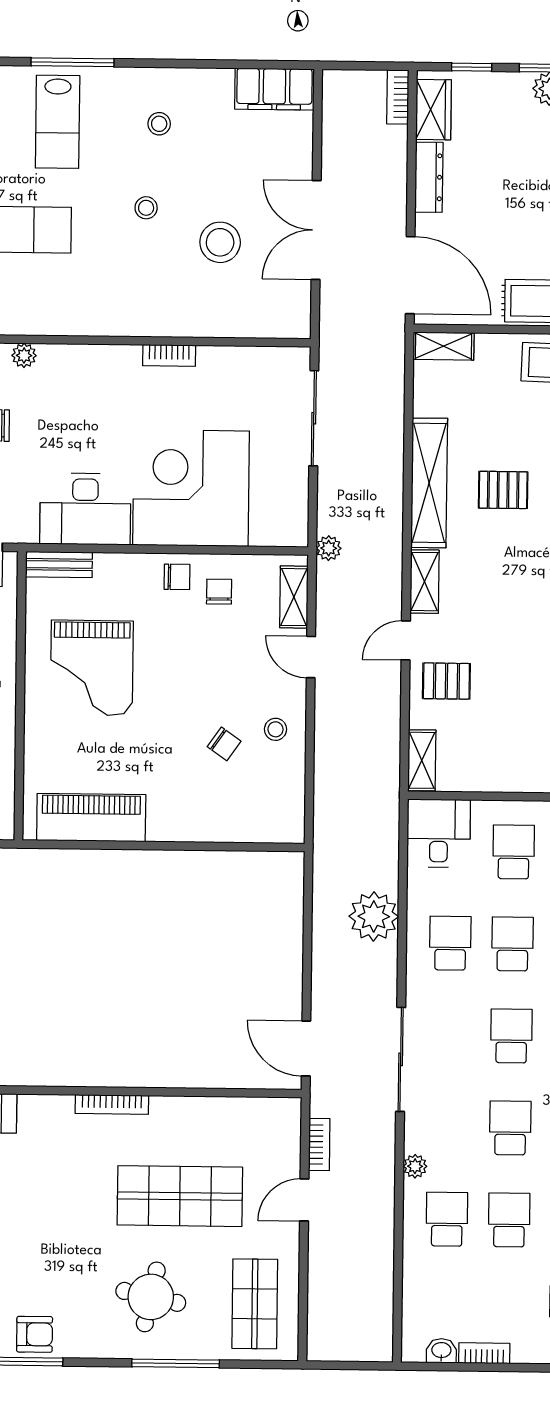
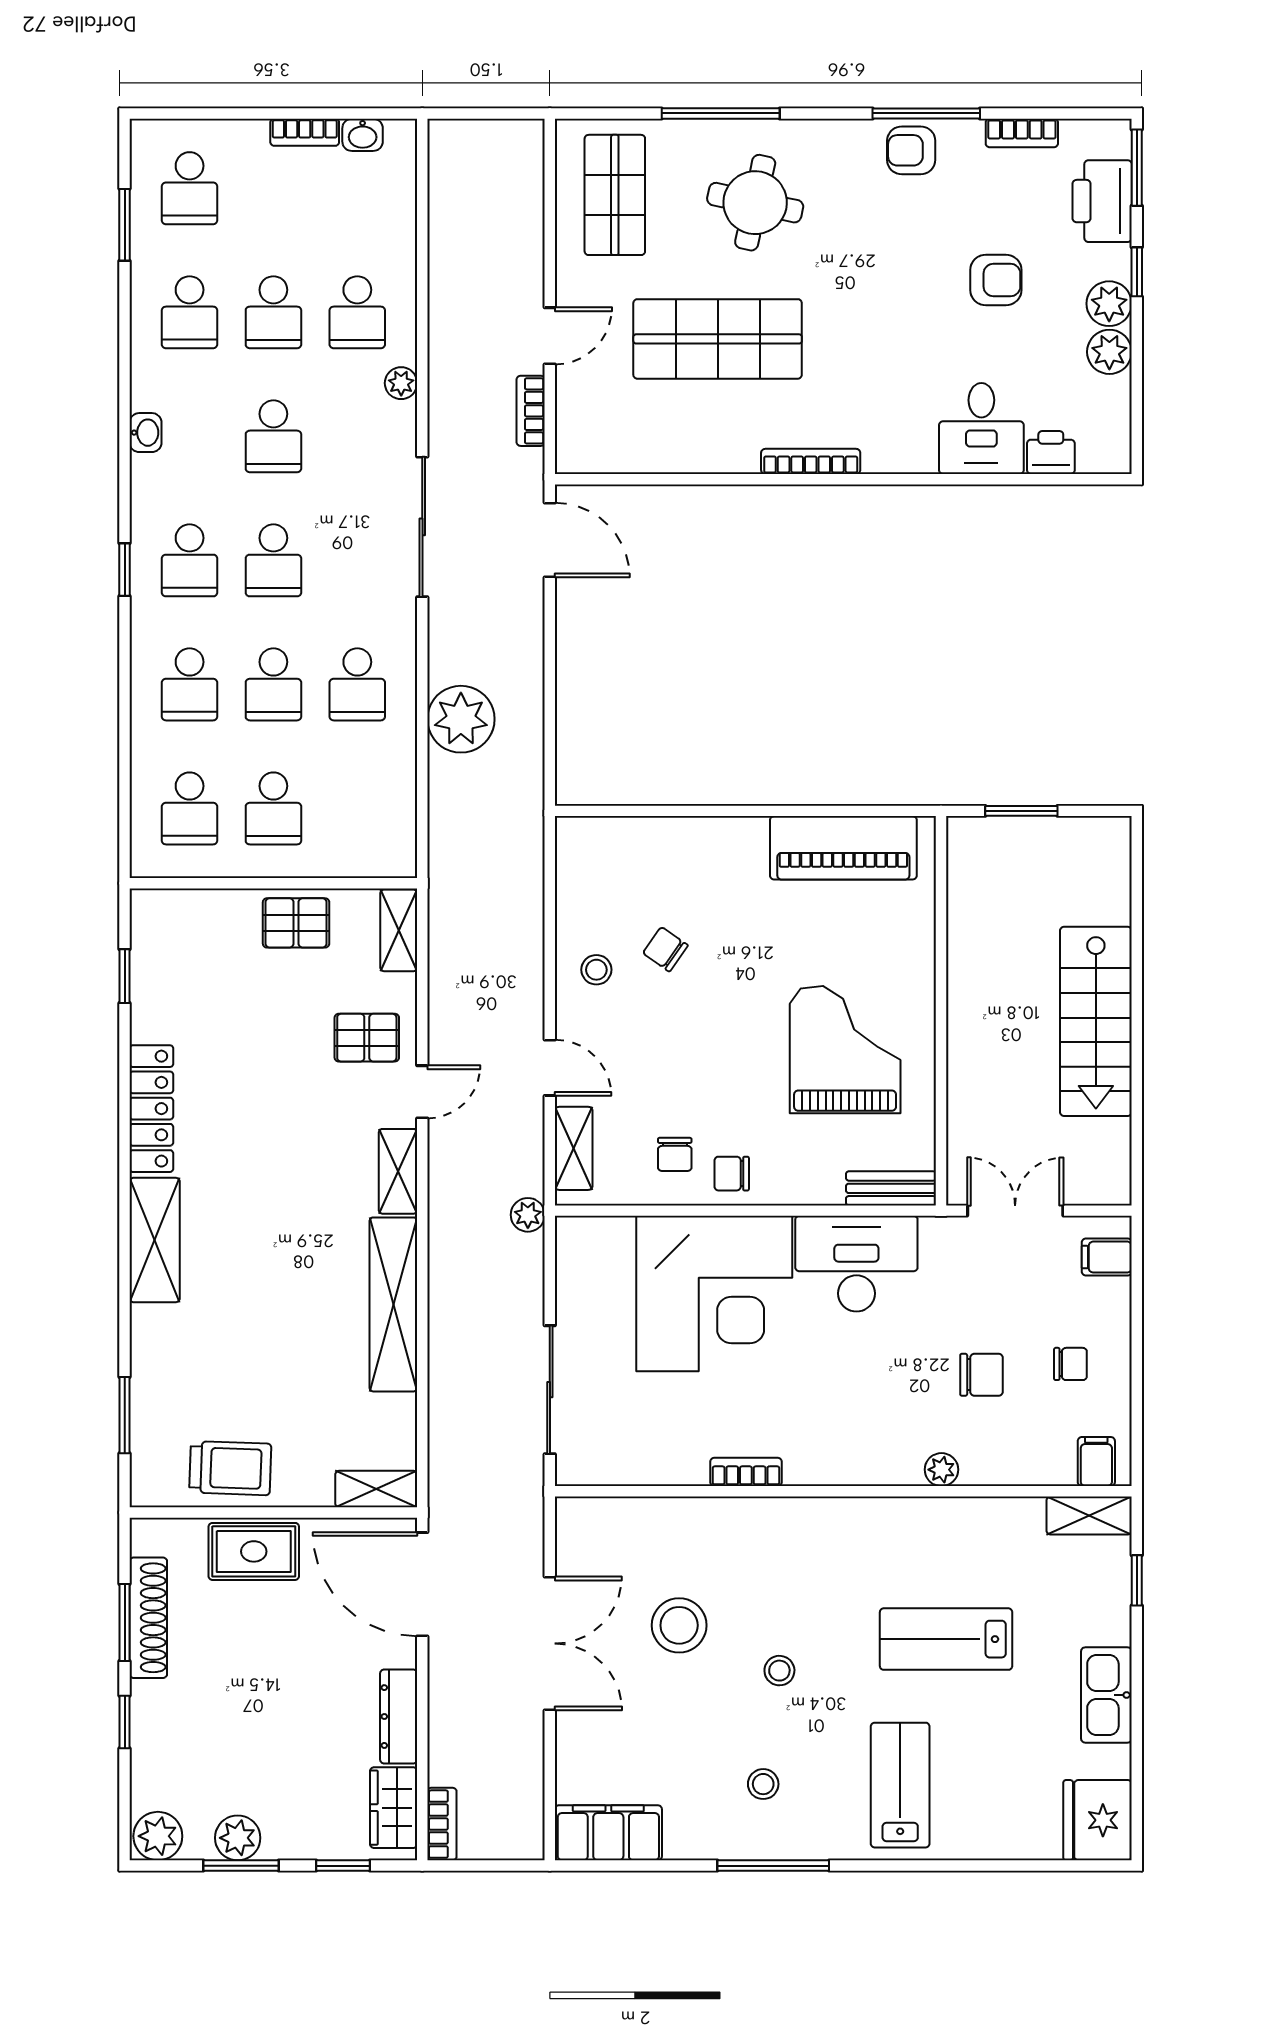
window: (72, 62) -> (773, 1866), moved
pallet: (503, 490) -> (296, 923), moved
desk: (439, 833) -> (375, 832), removed

